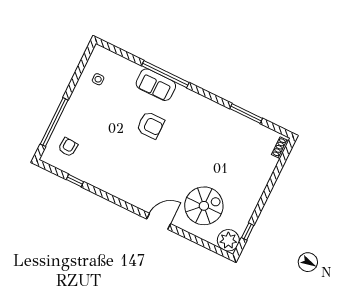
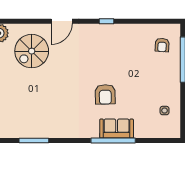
armchair: (150, 125) -> (105, 94), turned -91
window: (75, 181) -> (106, 21), moved

